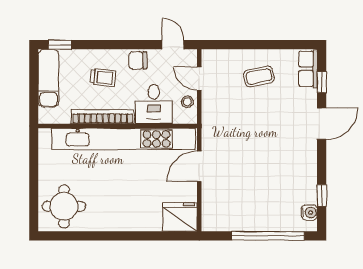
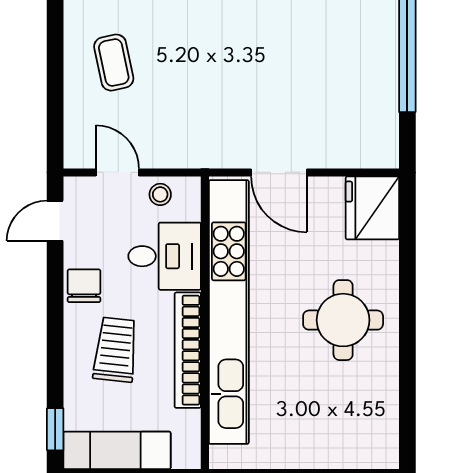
chair: (138, 60) -> (84, 286), turned 180
trolley: (103, 77) -> (115, 350), width x1.36, depth x1.39
door: (199, 78) -> (117, 172), swing flipped
round table: (64, 206) -> (343, 320), moved

